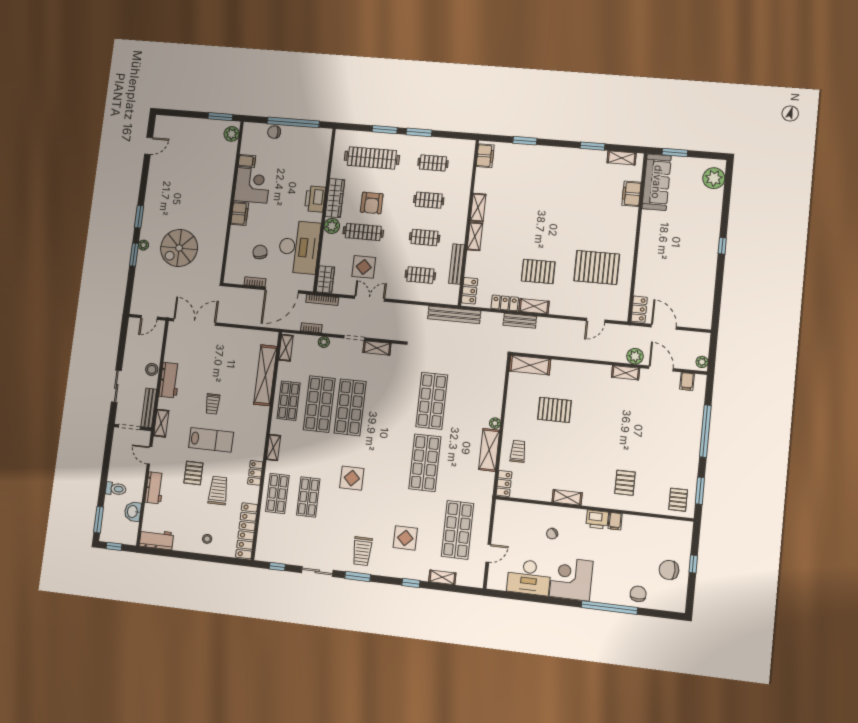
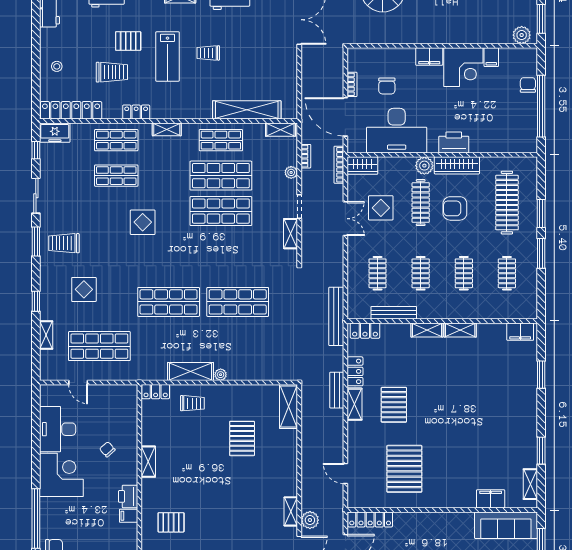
chair: (260, 252) -> (387, 86), turned 101
locker: (639, 309) -> (370, 519), width x1.53
freezer: (264, 548) -> (55, 133), added

